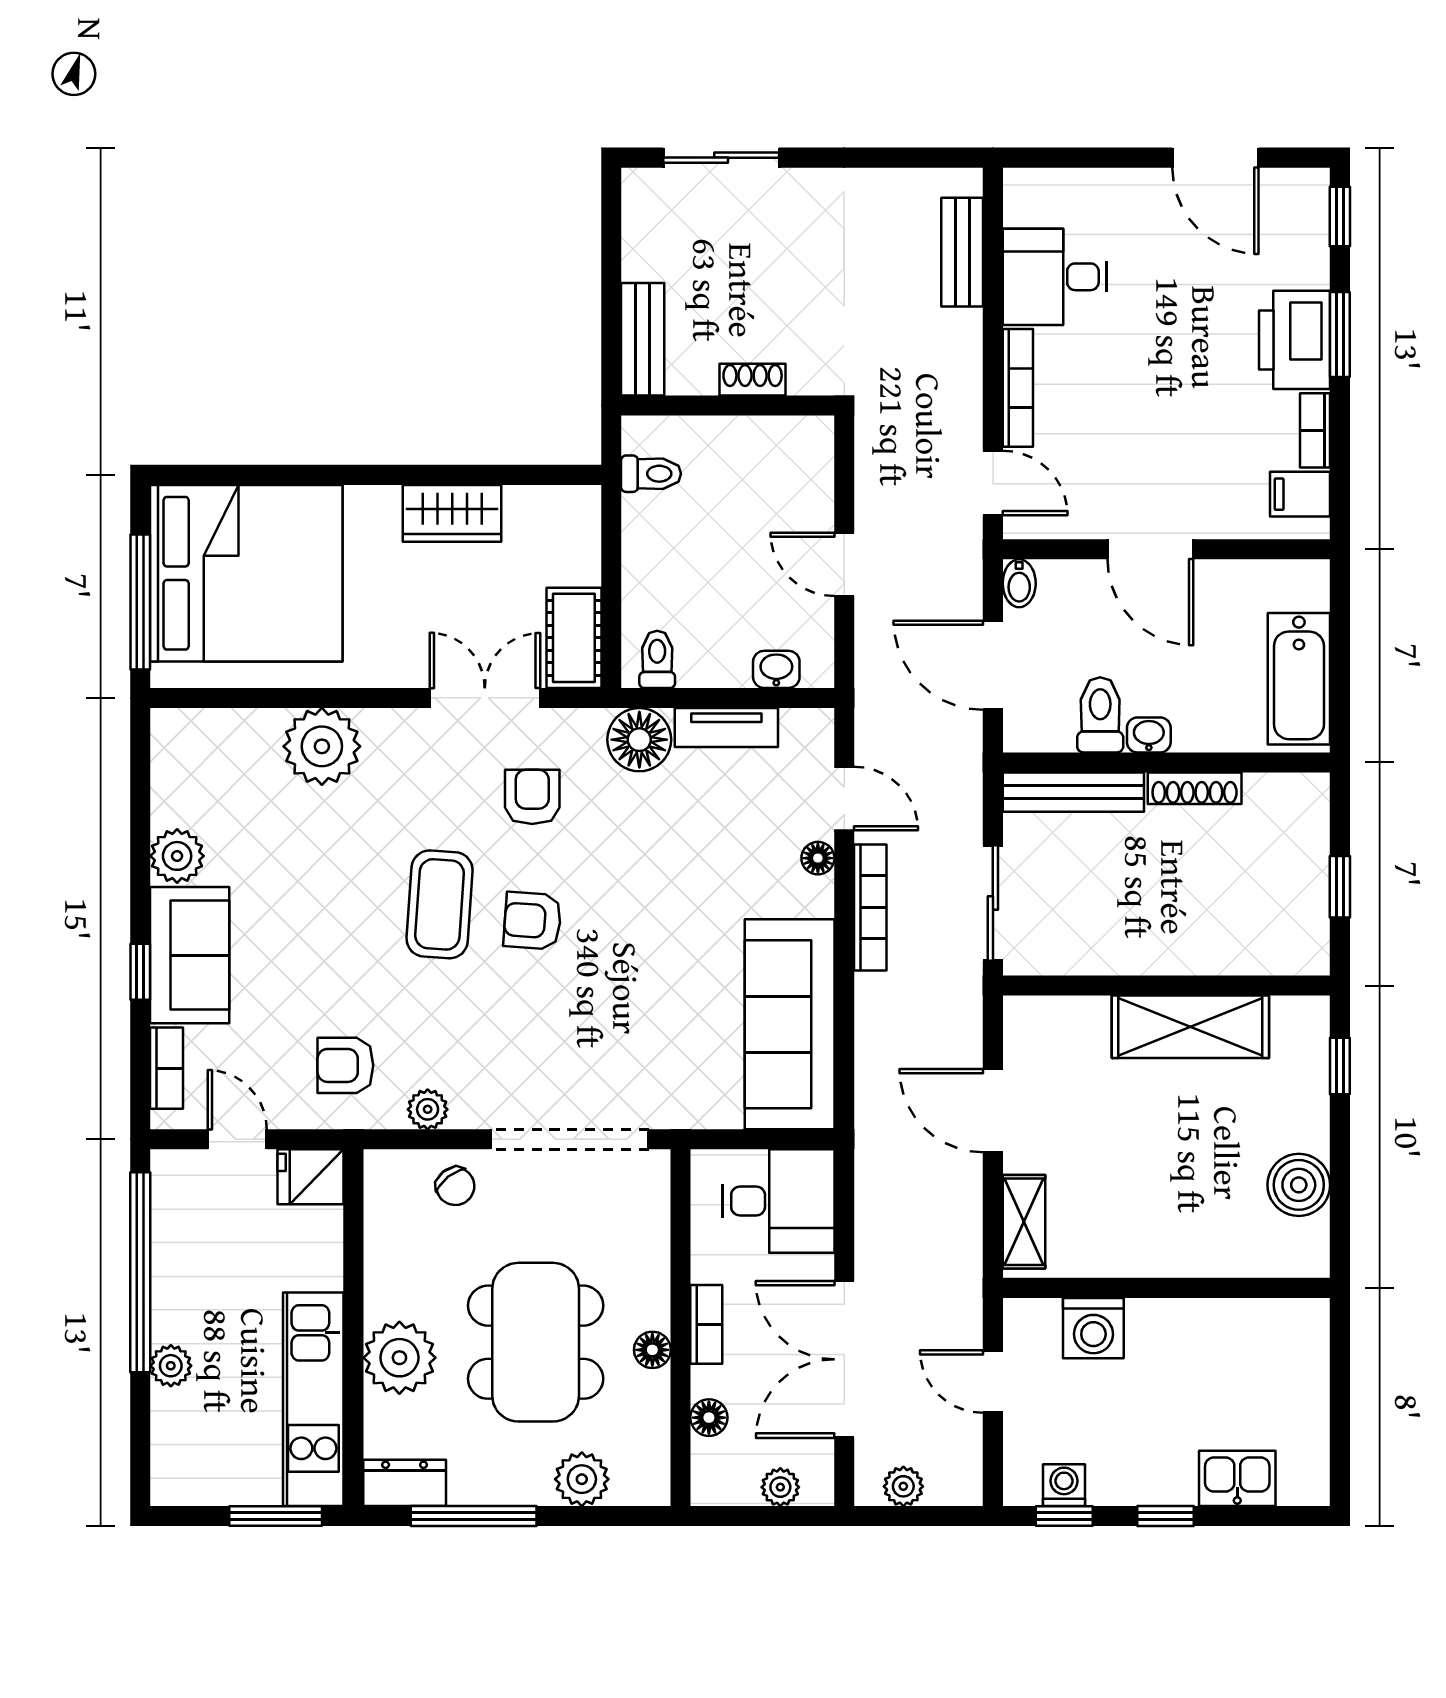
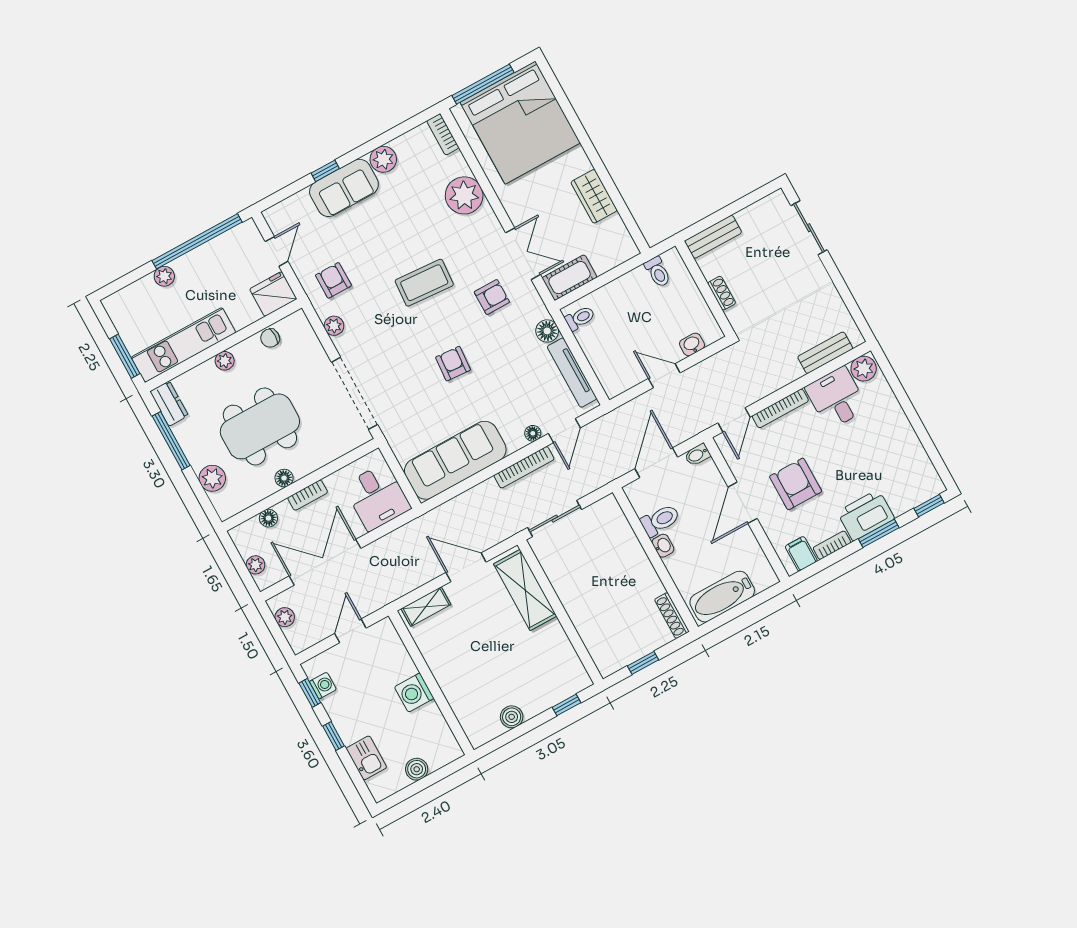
door: (1215, 158) -> (925, 439), removed
plant: (1029, 199) -> (864, 369), added
armchair: (1169, 435) -> (796, 484), added
door: (844, 564) -> (664, 376), hinge flipped
washbasin: (776, 669) -> (692, 344), moved, turned -90
tv unit: (726, 728) -> (572, 373), width x1.41
floor lamp: (639, 740) -> (547, 331), width x0.73, depth x0.73
shoe rack: (1195, 788) -> (672, 616), moved
bench: (1073, 792) -> (621, 527), removed
armchair: (533, 921) -> (453, 364), moved
shelving: (1190, 1027) -> (525, 590), moved
bookcase: (166, 1068) -> (443, 134), moved, turned 90
door: (993, 1111) -> (466, 567), hinge flipped
fridge: (311, 1177) -> (273, 294), width x1.38
boiler: (1299, 1185) -> (512, 717), width x0.73, depth x0.73
chair: (455, 1186) -> (270, 338), moved, turned 38
washing machine: (1093, 1328) -> (414, 693), moved
plant: (399, 1358) -> (225, 361), width x0.53, depth x0.53
boiler: (1307, 1399) -> (417, 769), added

